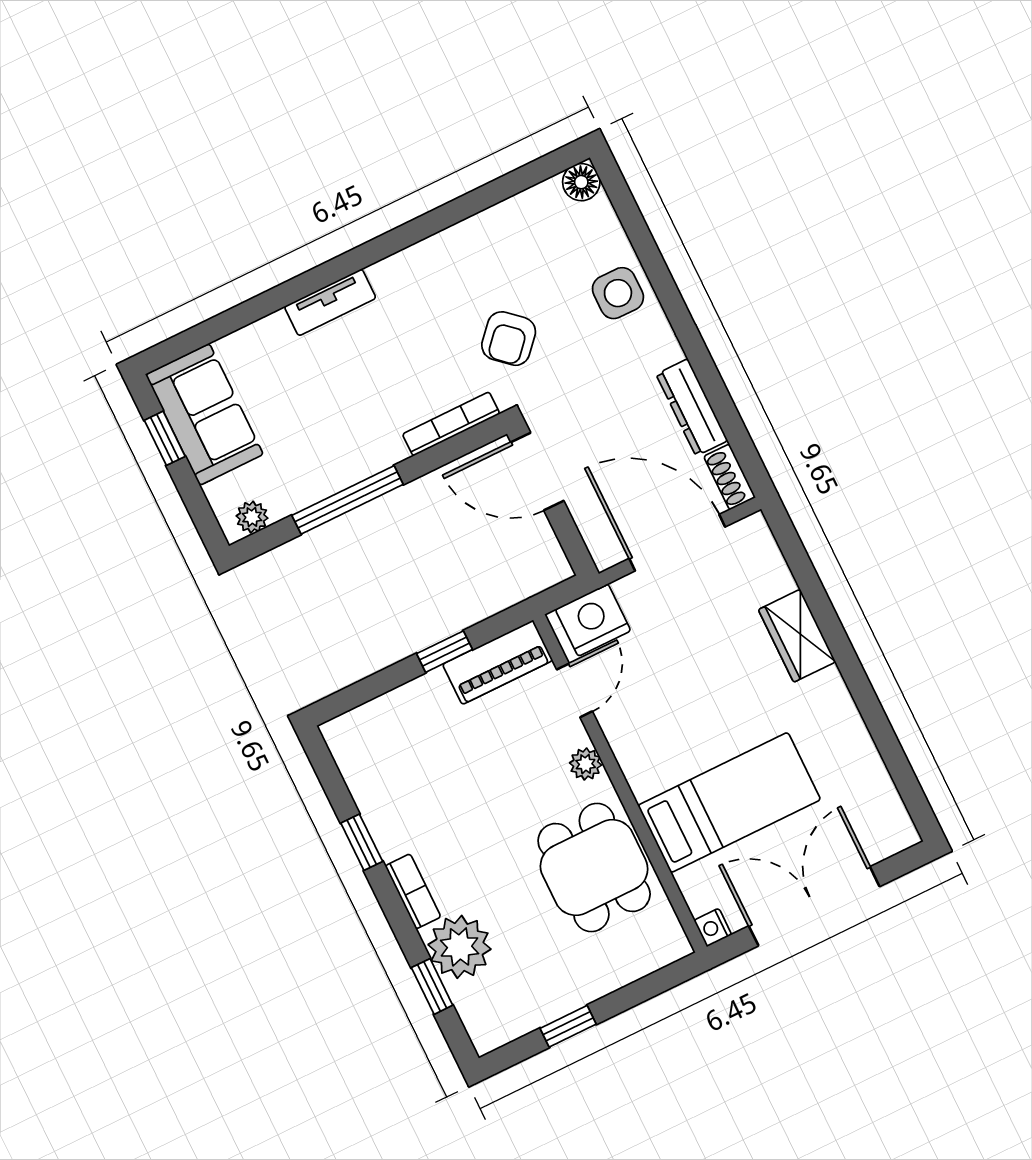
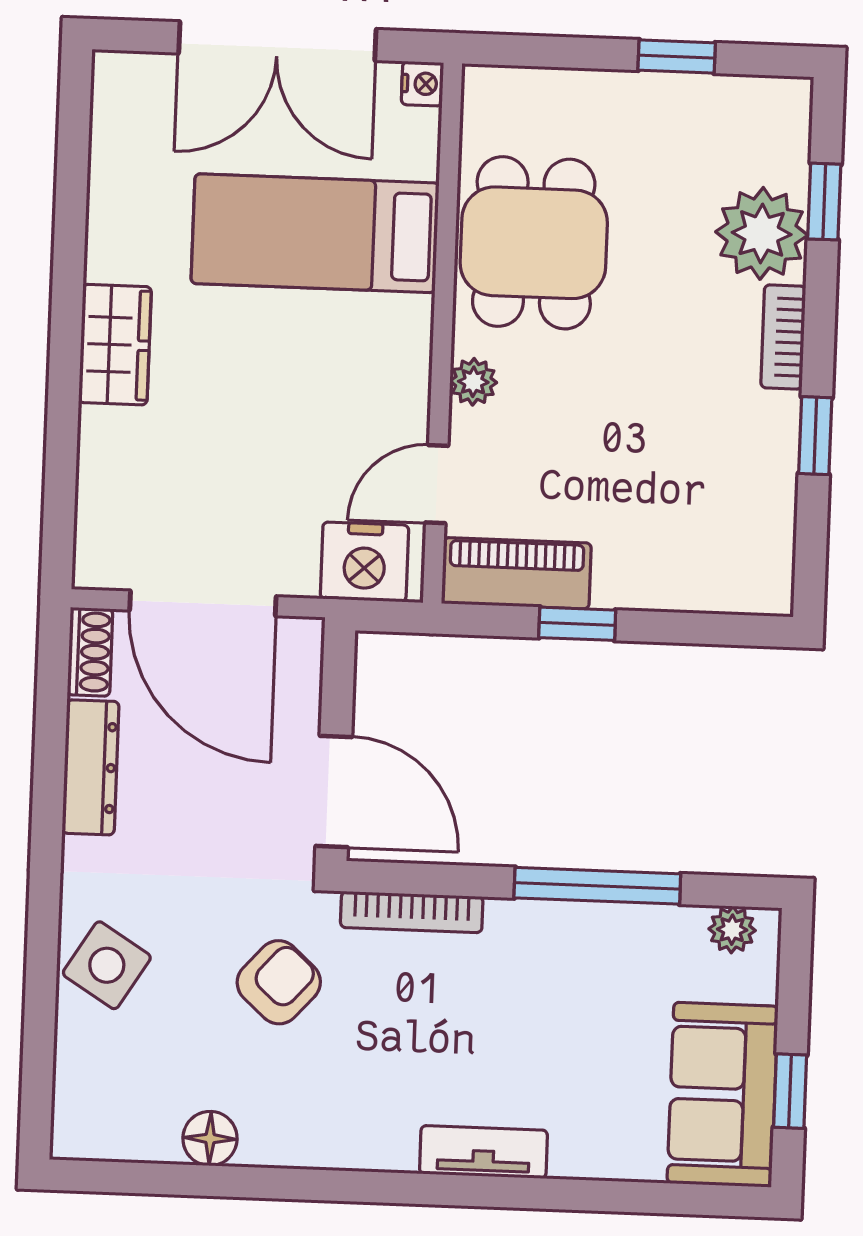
floor lamp: (581, 182) -> (210, 1138), moved
side table: (618, 293) -> (107, 965), turned 32
wardrobe: (797, 636) -> (115, 345), moved

